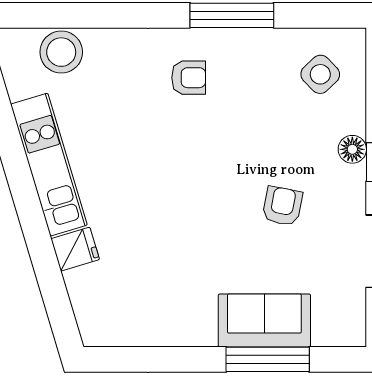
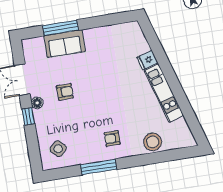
stool: (61, 52) -> (153, 142), moved
floor lamp: (352, 149) -> (37, 103), moved
armchair: (282, 206) -> (65, 92), turned -101

